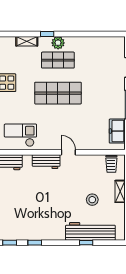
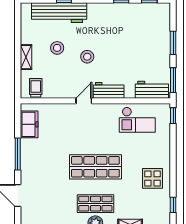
door: (68, 152) -> (84, 101), swing flipped
stool: (65, 192) -> (87, 57), added

